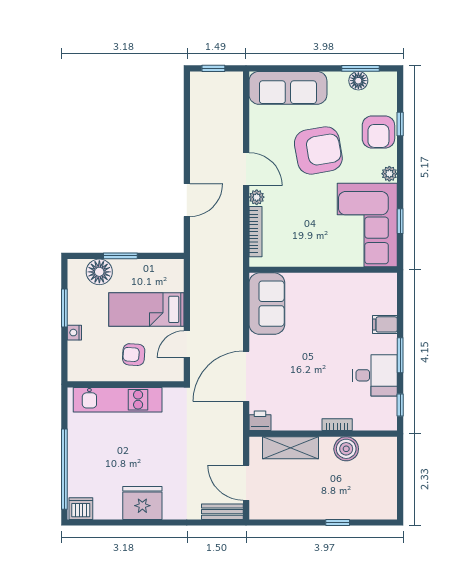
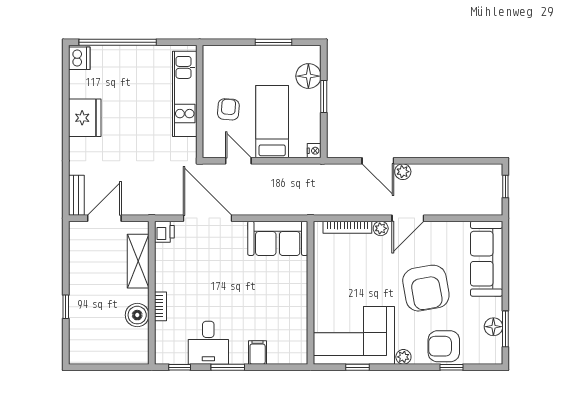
plant: (198, 174) -> (403, 172), added
nightstand: (74, 333) -> (314, 151), moved, turned 90

